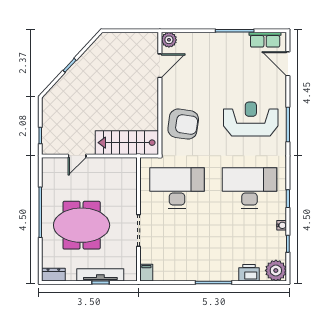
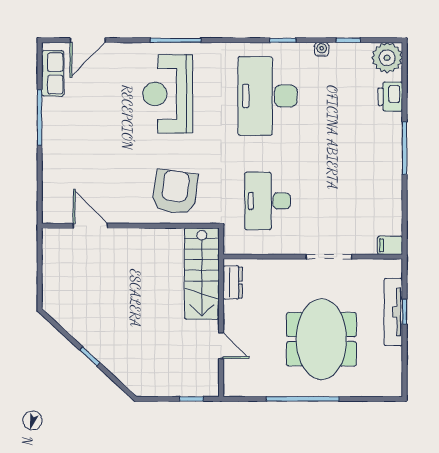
plant: (169, 40) -> (53, 213), removed
desk: (177, 188) -> (268, 201), width x0.73, depth x0.77
dresser: (53, 275) -> (233, 283), moved, turned 180

